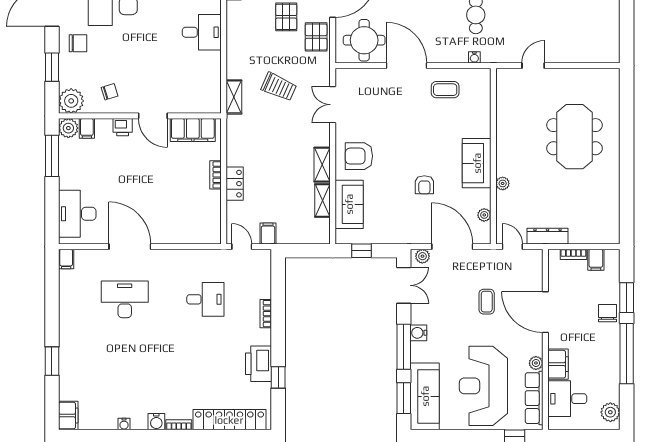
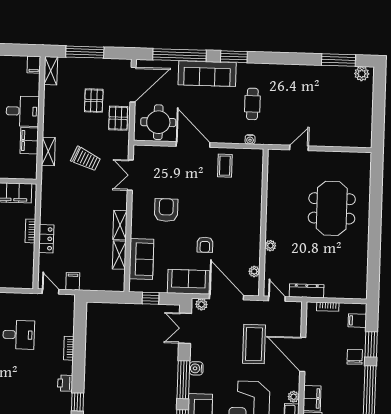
filing cabinet: (211, 67) -> (29, 141), added
coffee table: (445, 90) -> (225, 166), turned 90
shelving: (234, 97) -> (48, 151), moved
armchair: (359, 156) -> (166, 210), moved, turned 90
sofa: (477, 163) -> (188, 282), moved, turned 90
filing cabinet: (596, 260) -> (357, 321), moved, turned 90
double door: (404, 285) -> (185, 328), swing flipped
coffee table: (487, 302) -> (254, 344), width x1.86, depth x1.72
printer: (259, 364) -> (65, 383), width x0.53, depth x0.68

